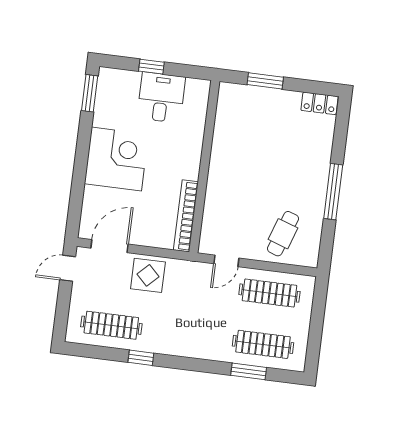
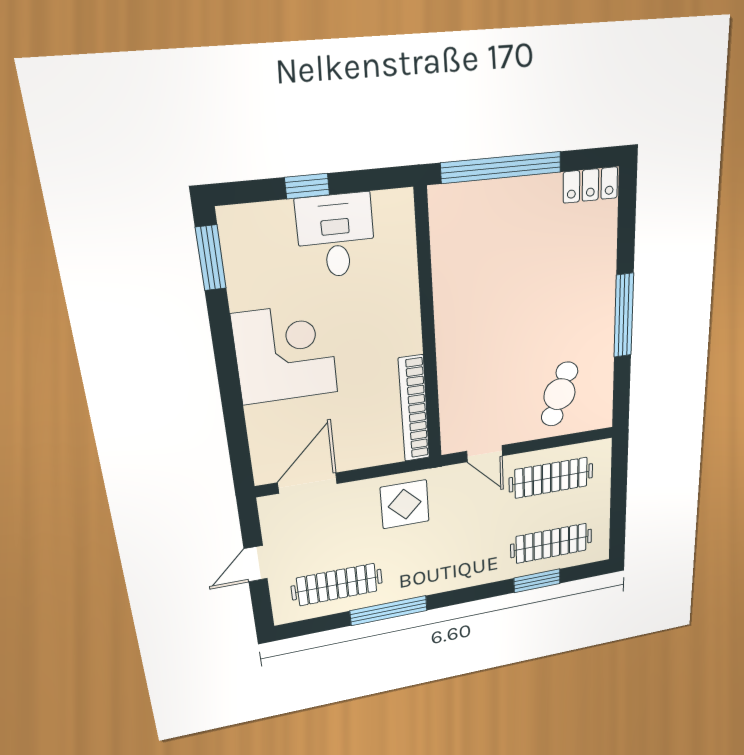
window: (265, 81) -> (501, 167), width x2.11
door: (226, 261) -> (485, 454), hinge flipped
door: (68, 268) -> (256, 564), moved
display table: (148, 275) -> (405, 504), moved
window: (141, 358) -> (389, 611), width x2.17

